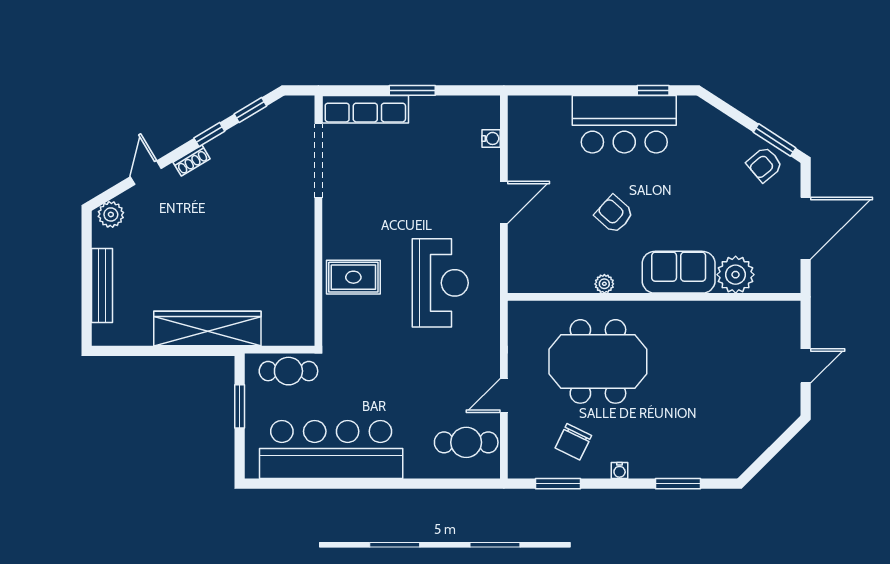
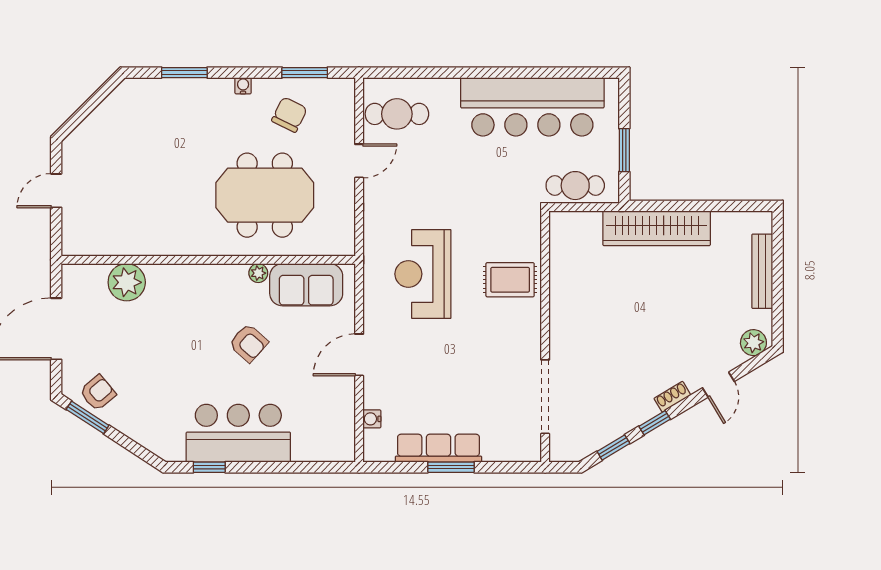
row of seats: (365, 109) -> (438, 448), moved
sofa: (679, 272) -> (306, 285), moved

